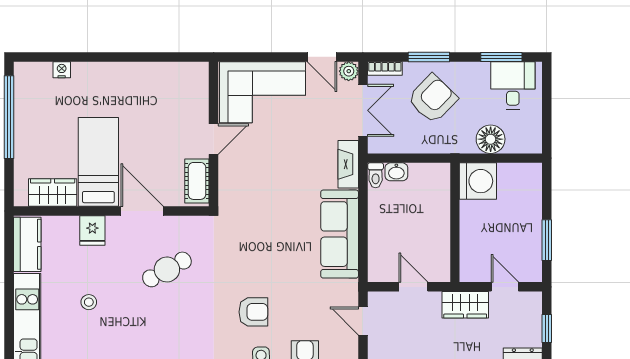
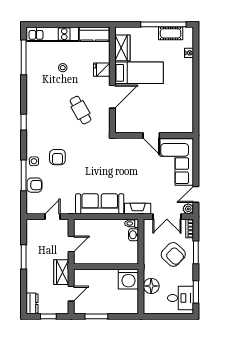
cot: (197, 181) -> (171, 33), moved

